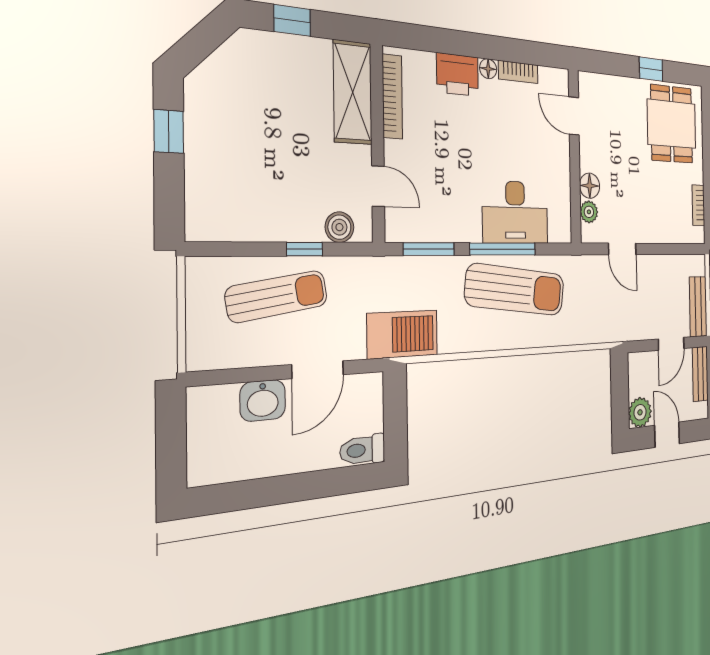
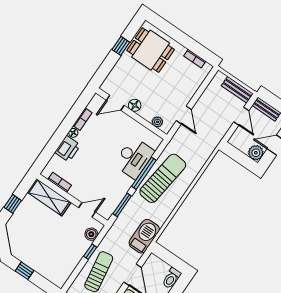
bookcase: (392, 97) -> (60, 182), width x0.64
floor lamp: (590, 186) -> (135, 105), moved
door: (622, 249) -> (184, 115), hinge flipped

